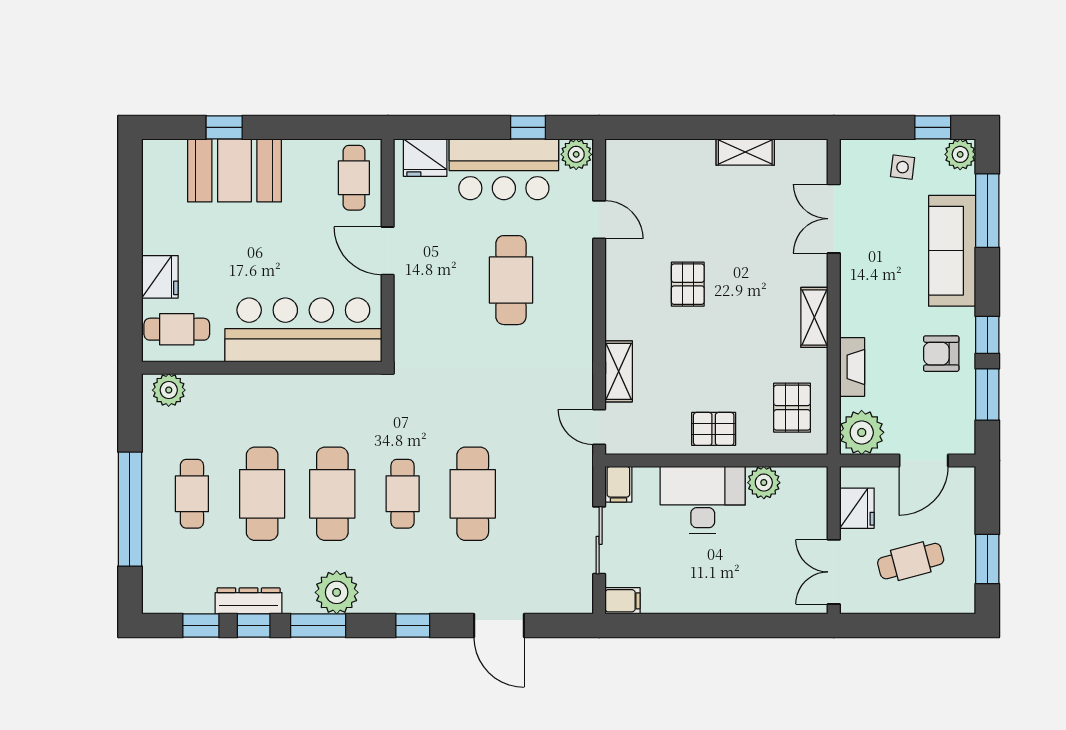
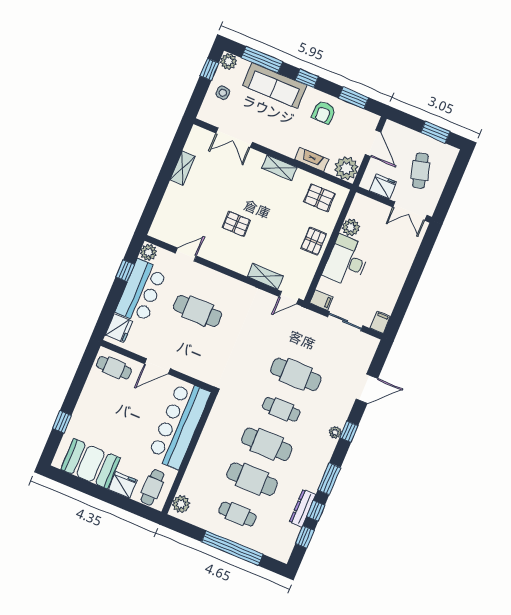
booth: (234, 170) -> (91, 464), moved, turned 90
window: (987, 335) -> (307, 78), moved
plant: (337, 592) -> (335, 432), moved, width x0.53, depth x0.53

